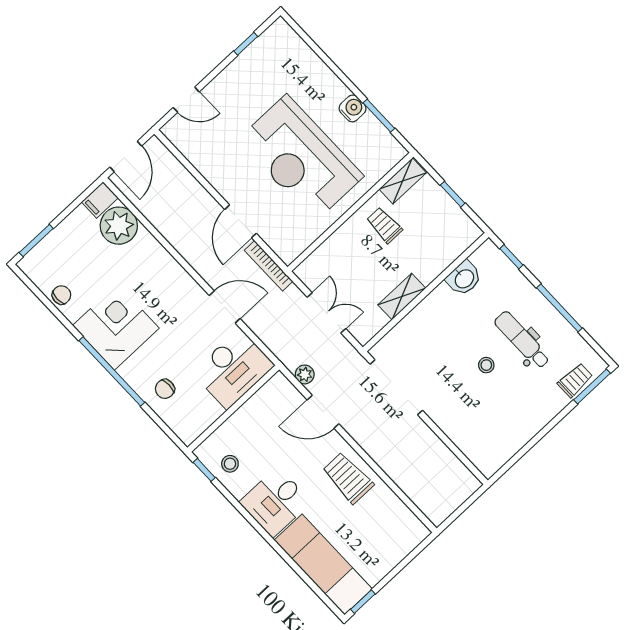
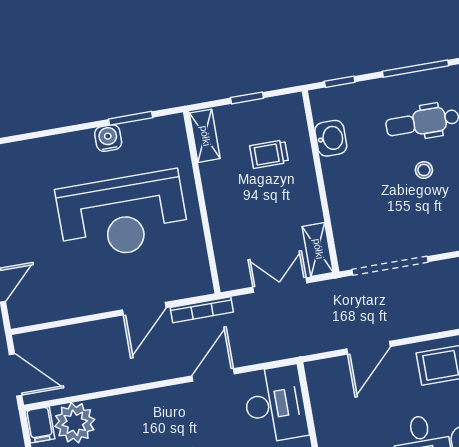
door: (240, 221) -> (144, 309), hinge flipped
trolley: (384, 225) -> (269, 154), moved
shelving: (402, 296) -> (318, 249), moved
plant: (305, 374) -> (323, 342), removed

